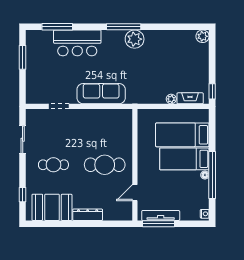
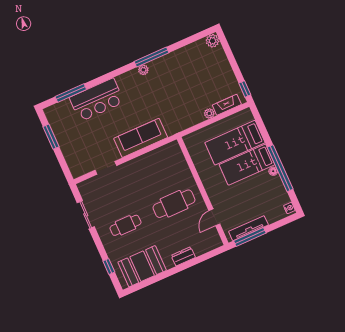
window: (124, 27) -> (151, 57), moved
plant: (135, 39) -> (143, 70), width x0.53, depth x0.53
dresser: (88, 215) -> (183, 256), width x0.70

